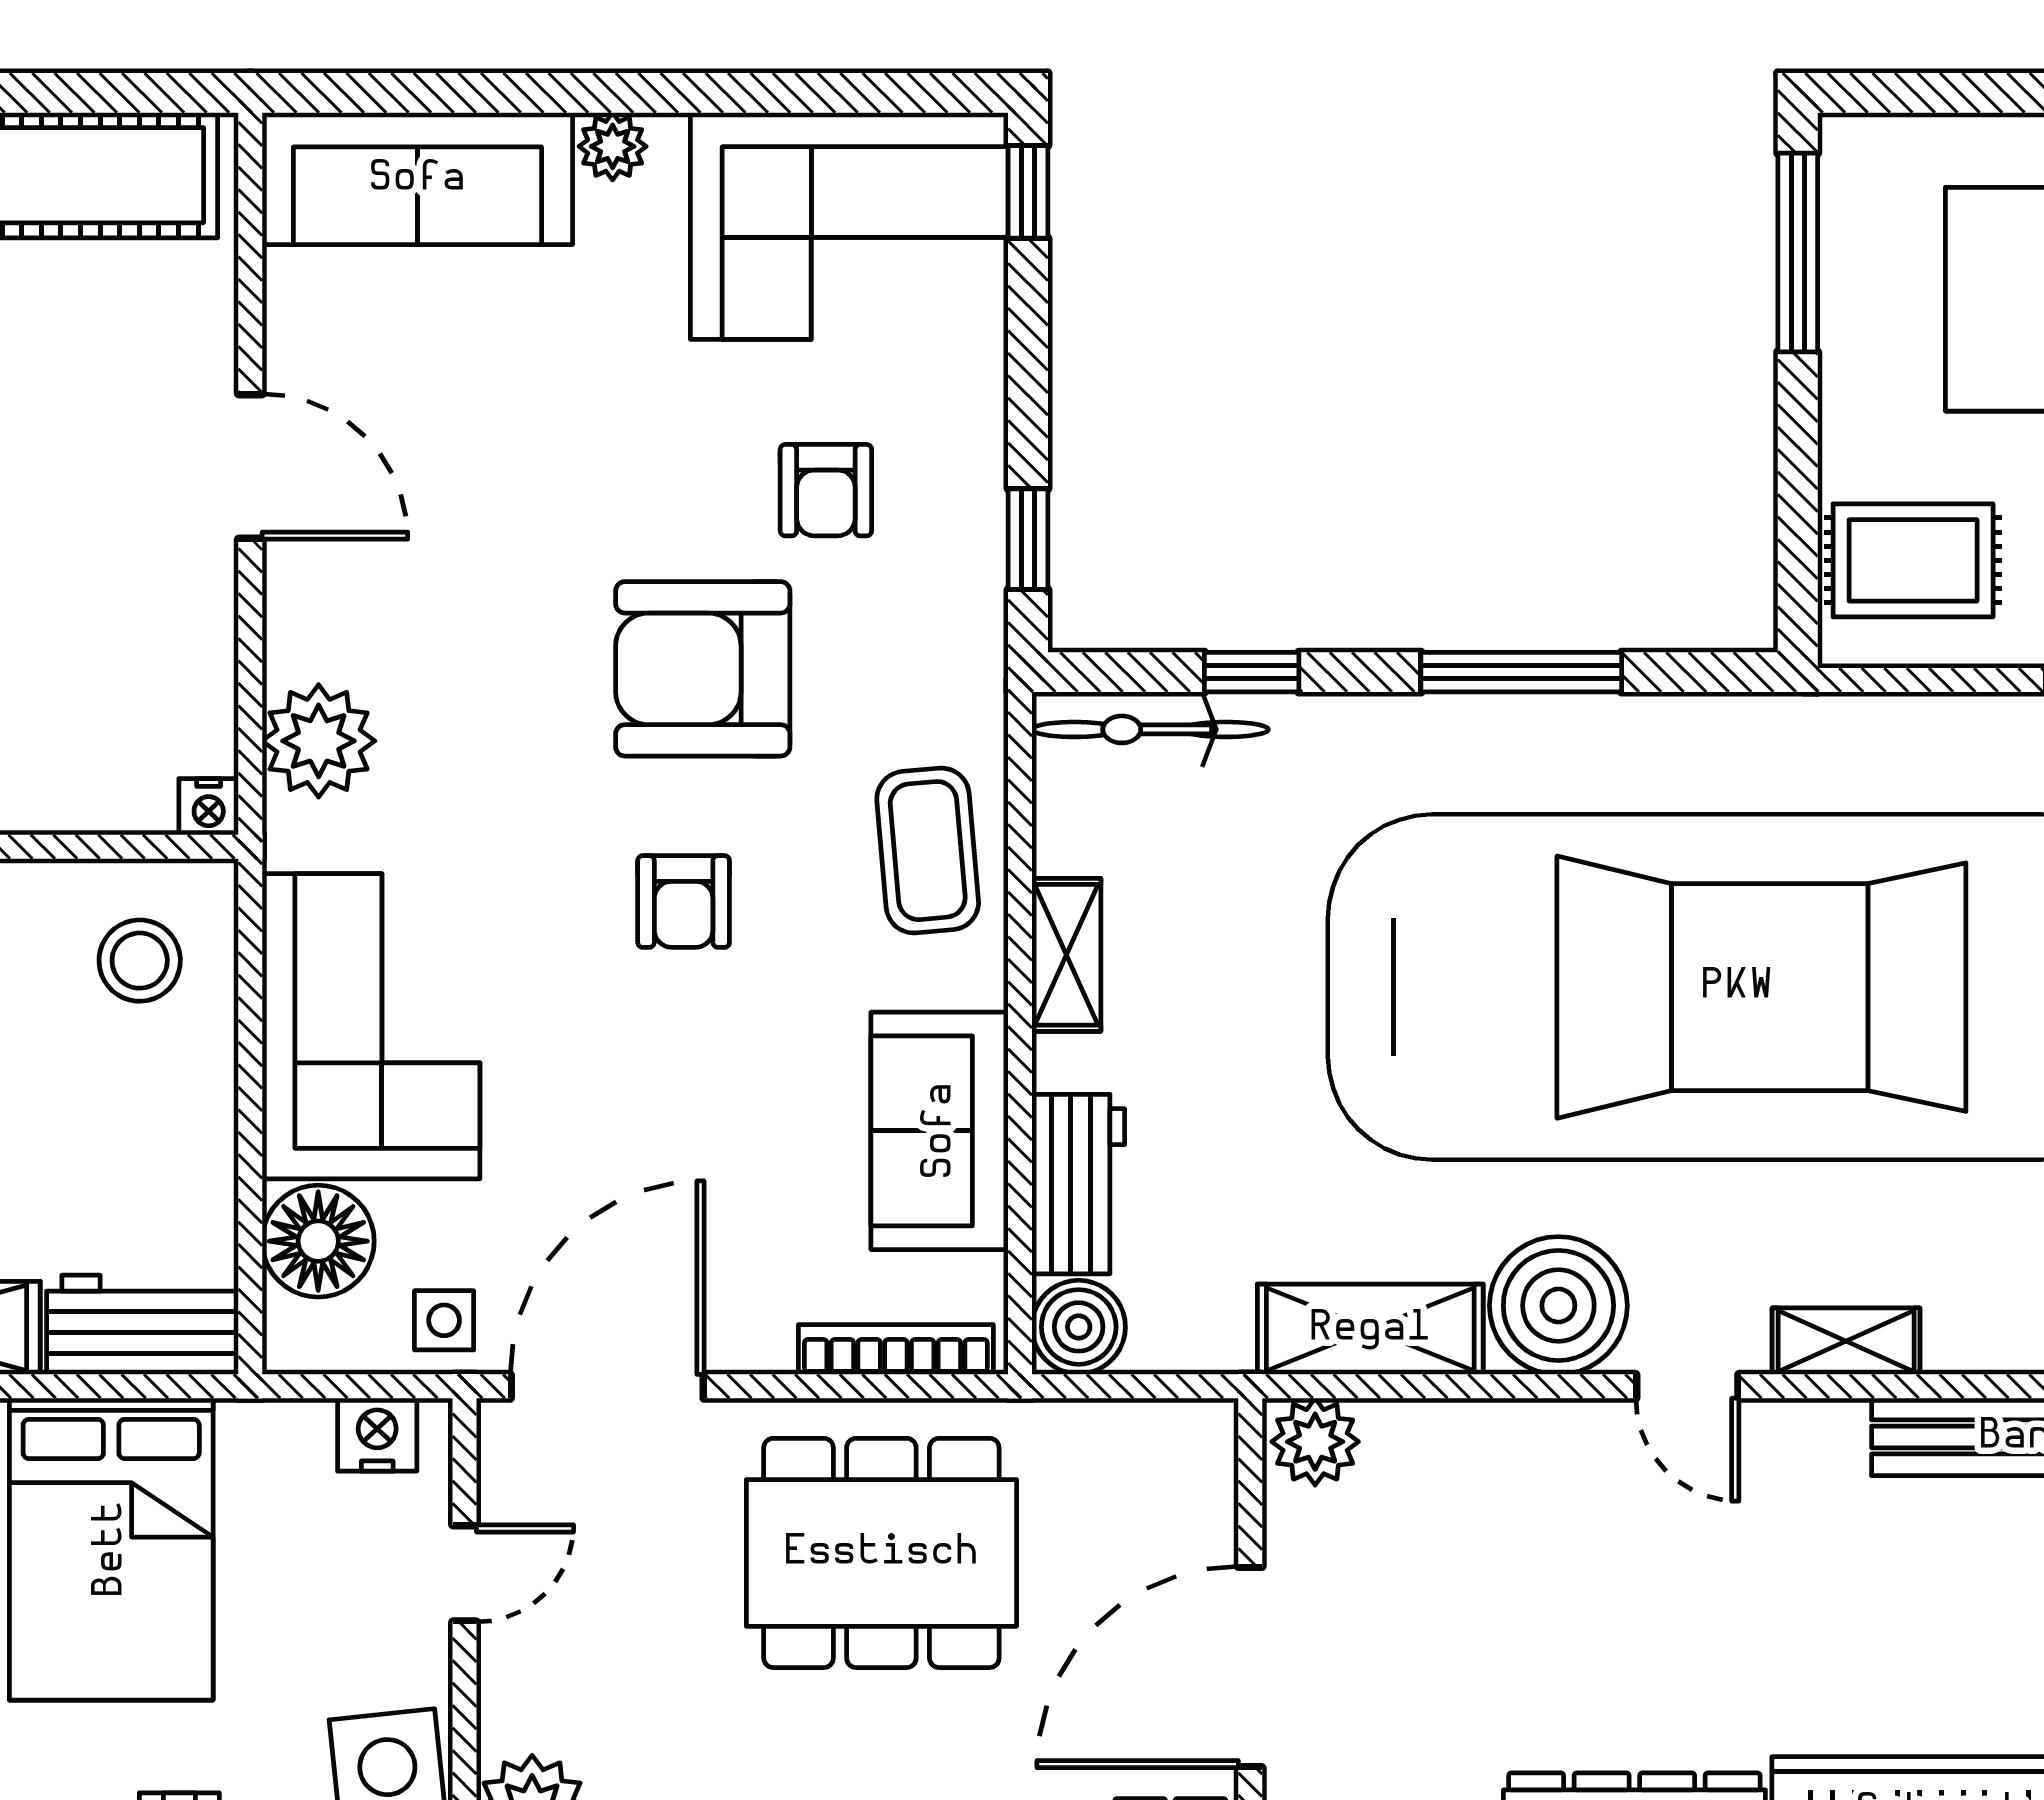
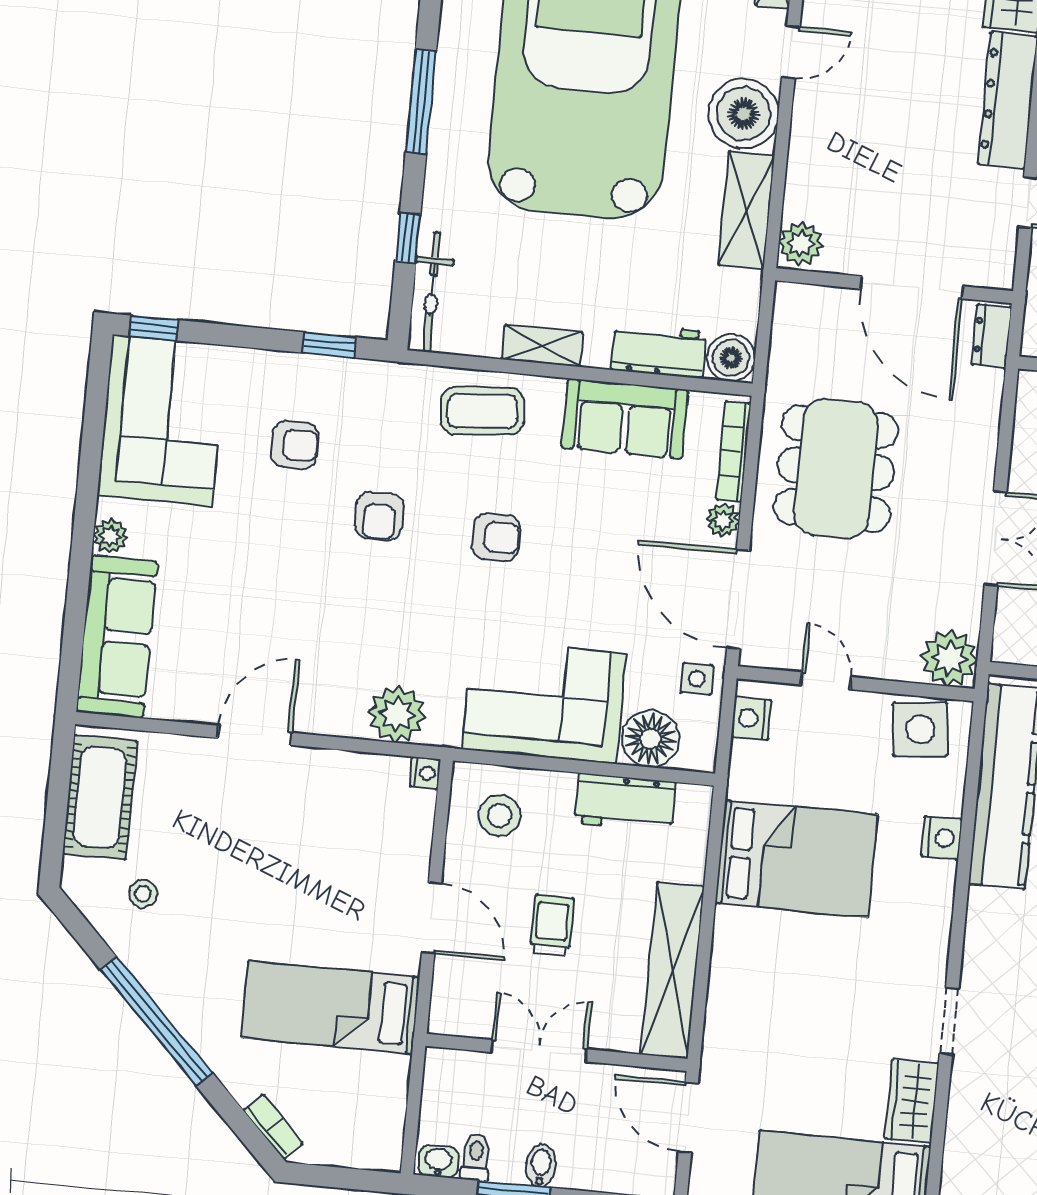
armchair: (703, 669) -> (379, 516), width x0.53, depth x0.53
workbench: (142, 1325) -> (625, 802), moved, turned -90
plant: (759, 1342) -> (723, 520), added

